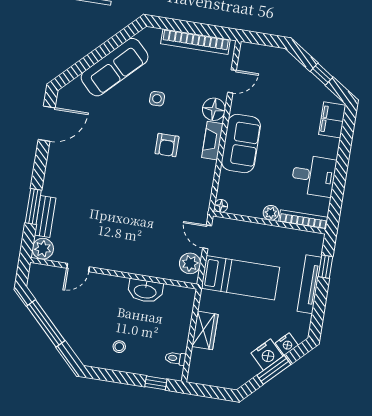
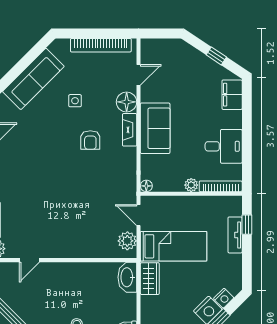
tv unit: (309, 284) -> (235, 235), width x0.71
washbasin: (145, 291) -> (127, 277), moved, turned 90
wardrobe: (205, 330) -> (150, 279), moved

